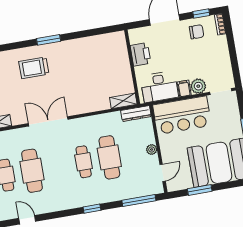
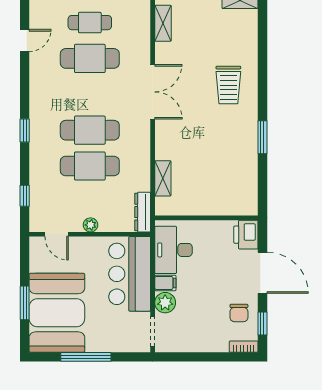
window: (49, 40) -> (262, 137), moved
printer: (141, 54) -> (246, 235), moved, turned 90
trolley: (34, 68) -> (228, 85), turned 180
shelving: (123, 101) -> (163, 178), moved
cafe table: (84, 162) -> (90, 130), width x1.37, depth x1.35
window: (200, 190) -> (25, 303), moved
window: (139, 201) -> (25, 196), width x0.46

